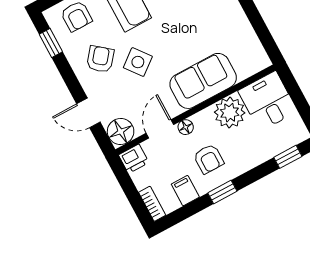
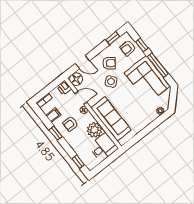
sofa: (203, 81) -> (111, 119), width x1.36
door: (88, 113) -> (82, 62), swing flipped

